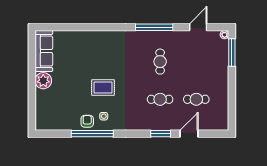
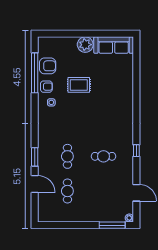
window: (154, 27) -> (136, 151), width x0.32
rug: (103, 87) -> (79, 85), moved, turned 90
armchair: (66, 120) -> (48, 66), added
window: (92, 134) -> (35, 73), moved

